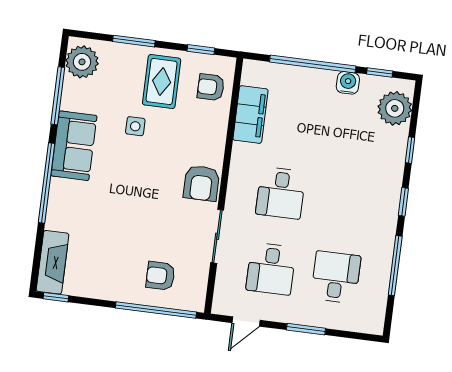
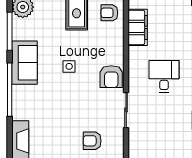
side table: (135, 126) -> (69, 66), moved
desk: (281, 193) -> (164, 76), turned 180
desk: (271, 269) -> (164, 127), removed

